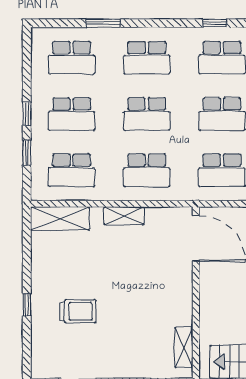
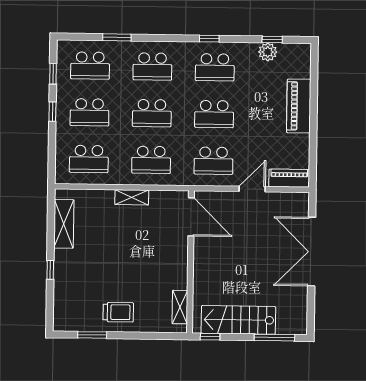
window: (27, 153) -> (53, 74), moved
shelving: (60, 218) -> (64, 224), moved, turned 90
trolley: (78, 311) -> (118, 312), moved

